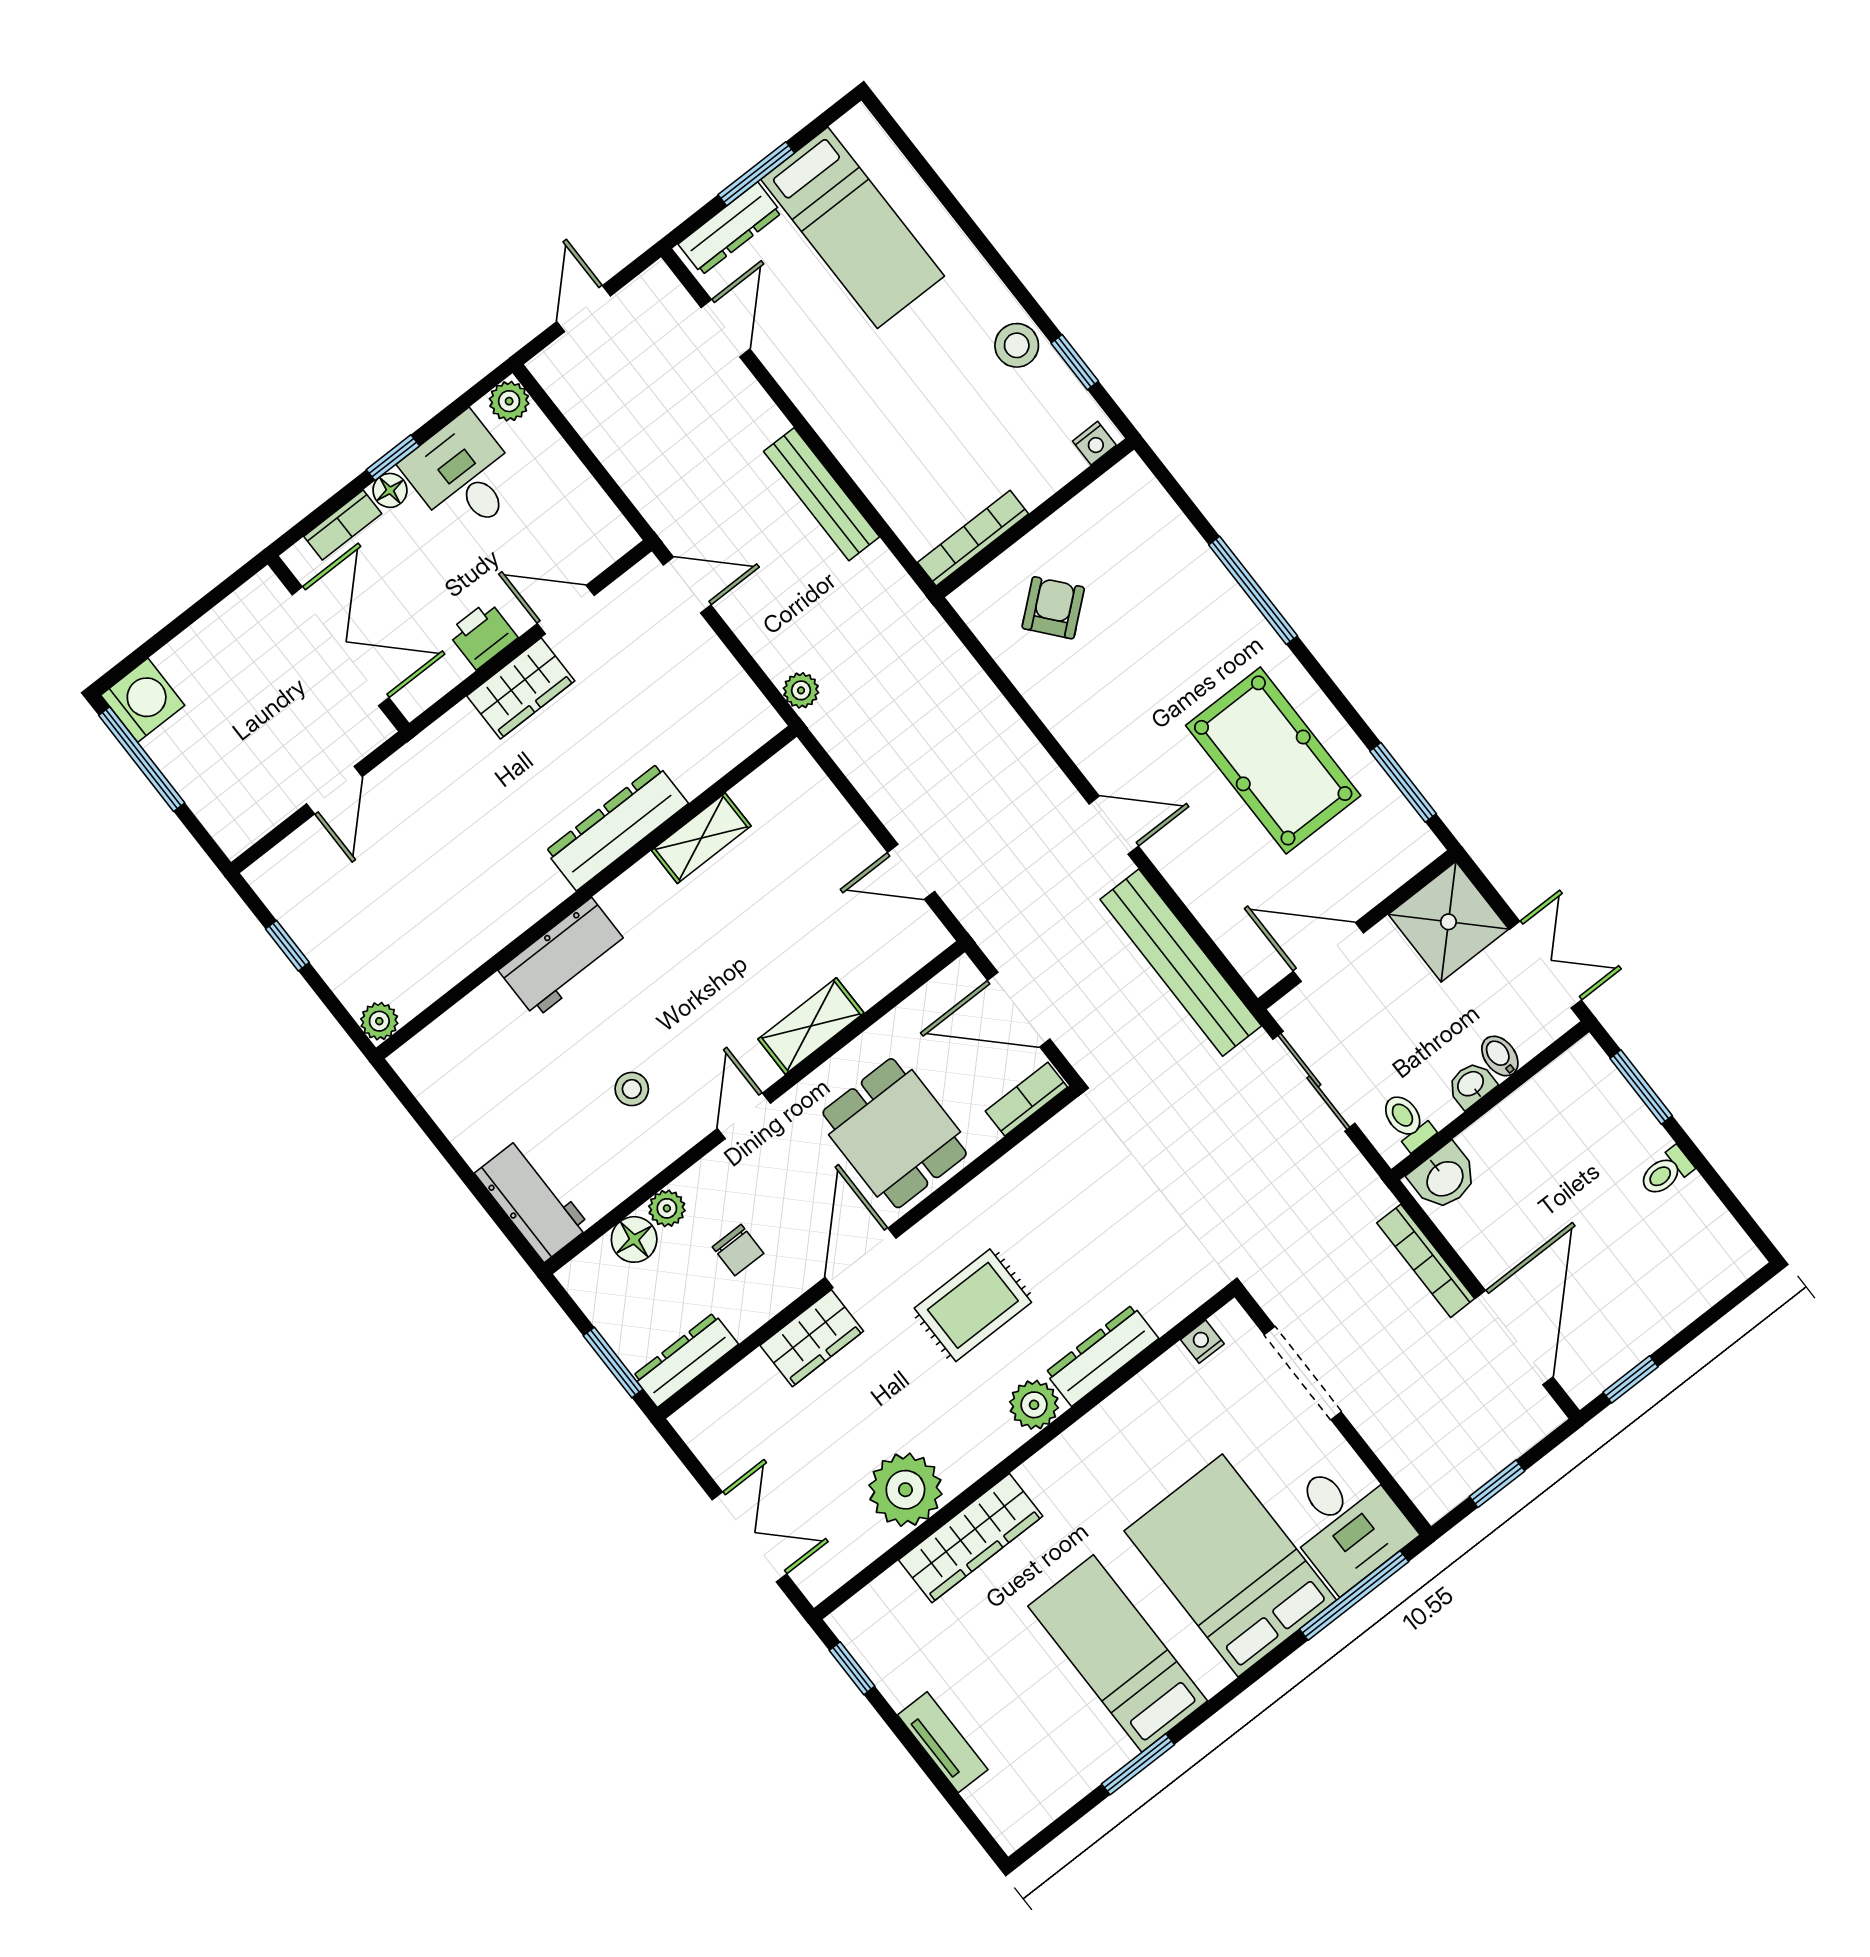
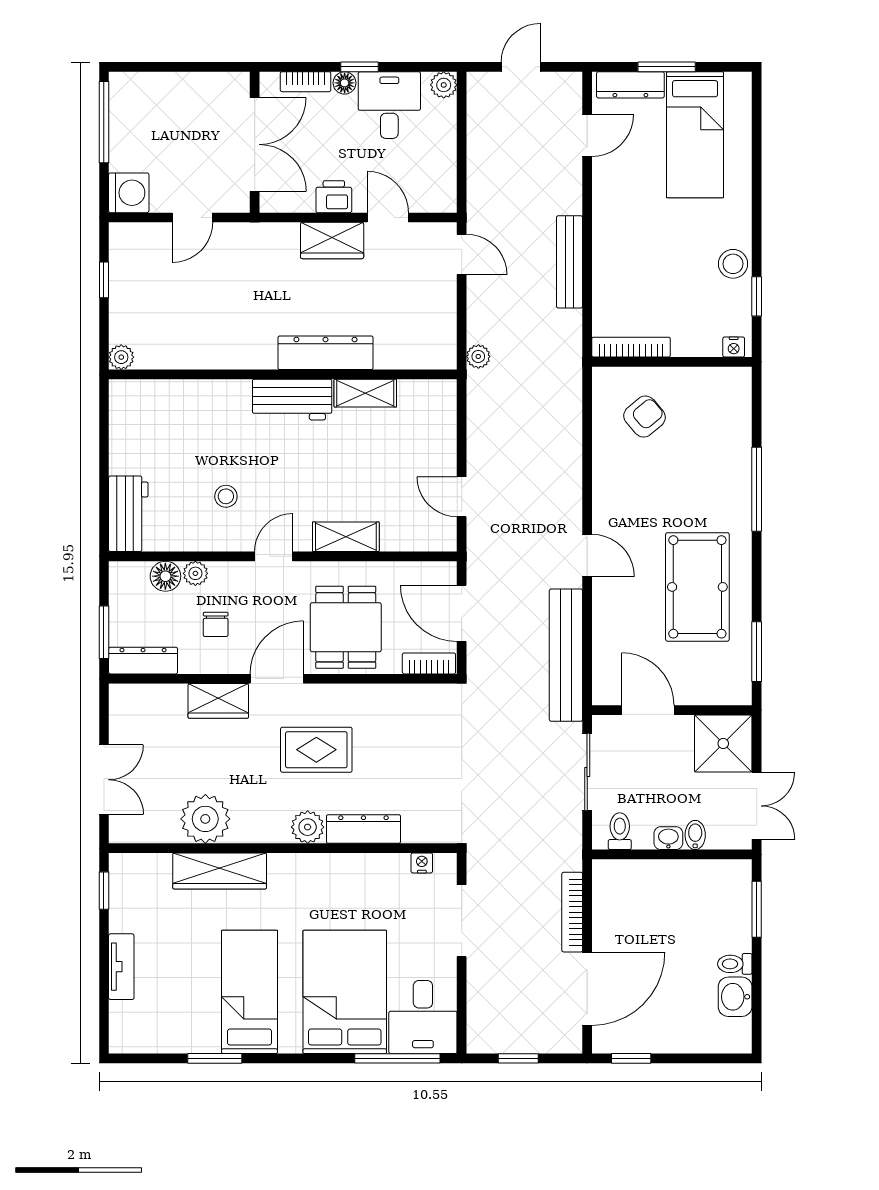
washing machine: (143, 700) -> (129, 193), moved
workbench: (564, 958) -> (292, 400), moved
washbasin: (1444, 1178) -> (735, 997), moved, turned 90

